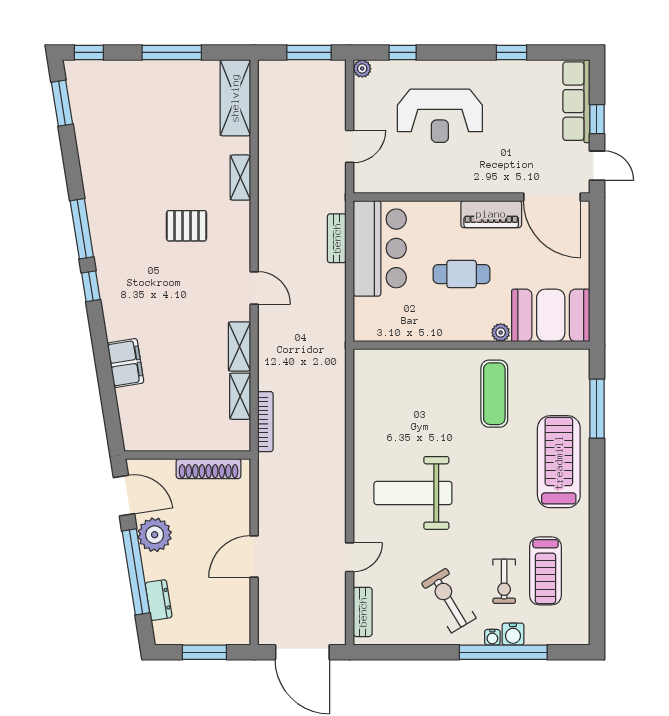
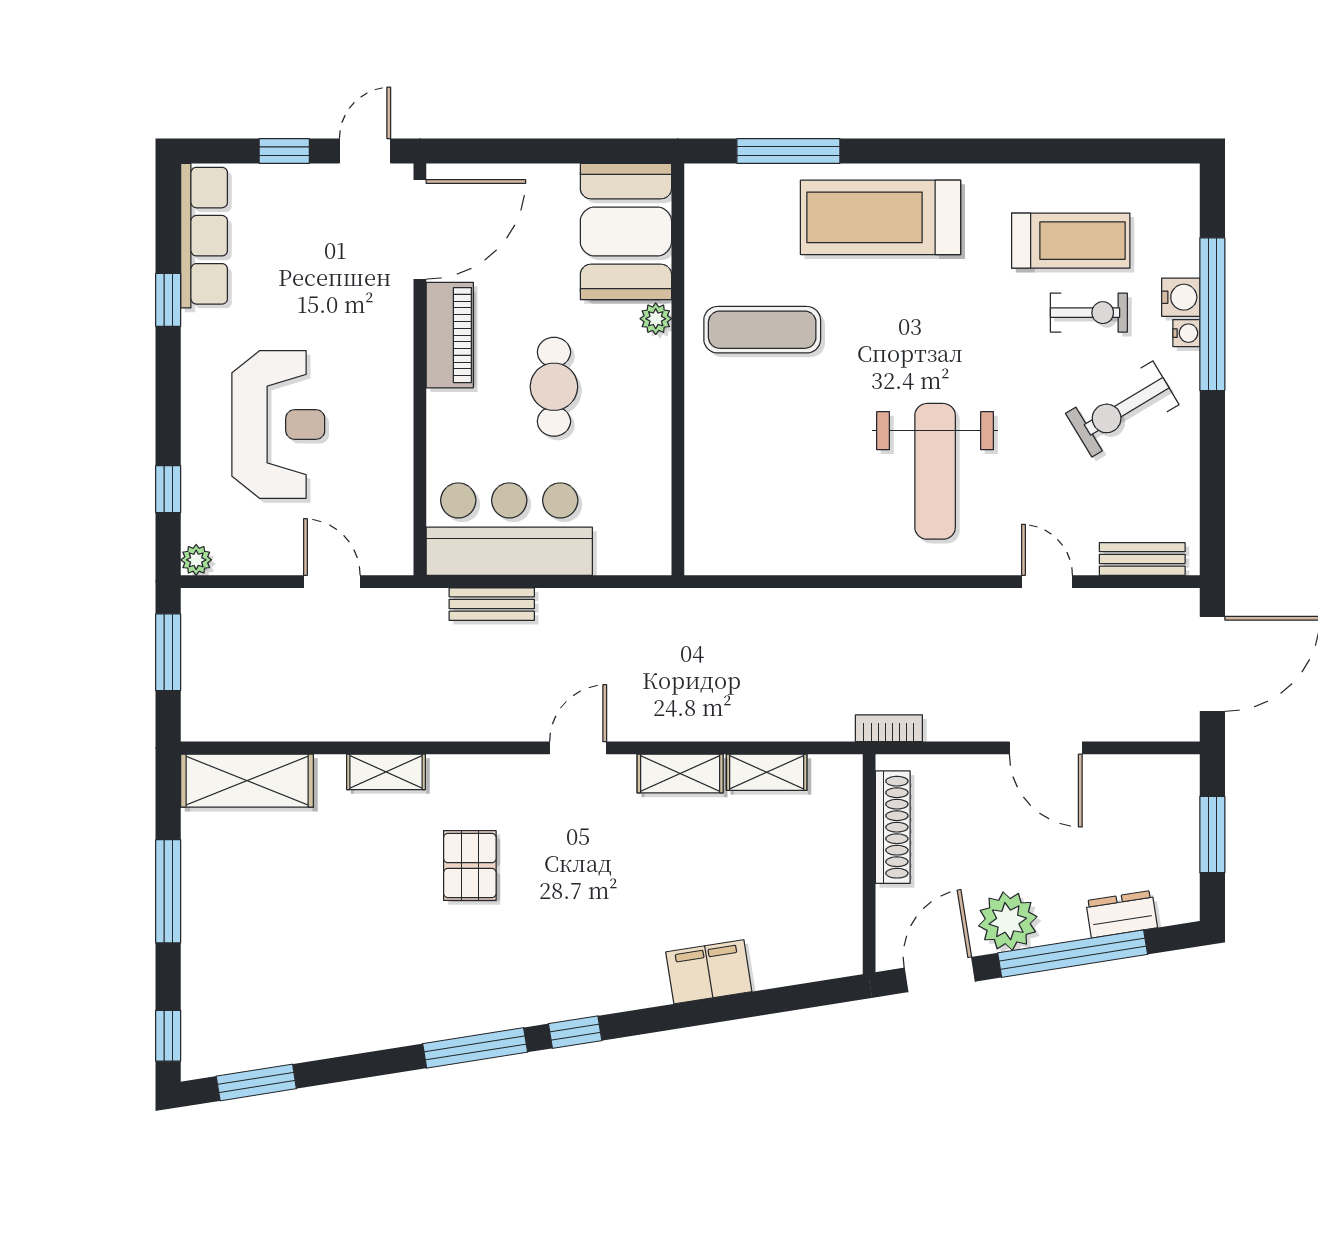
row of seats: (576, 101) -> (204, 236), moved, turned -90
bookcase: (265, 422) -> (889, 728), moved, width x0.64

